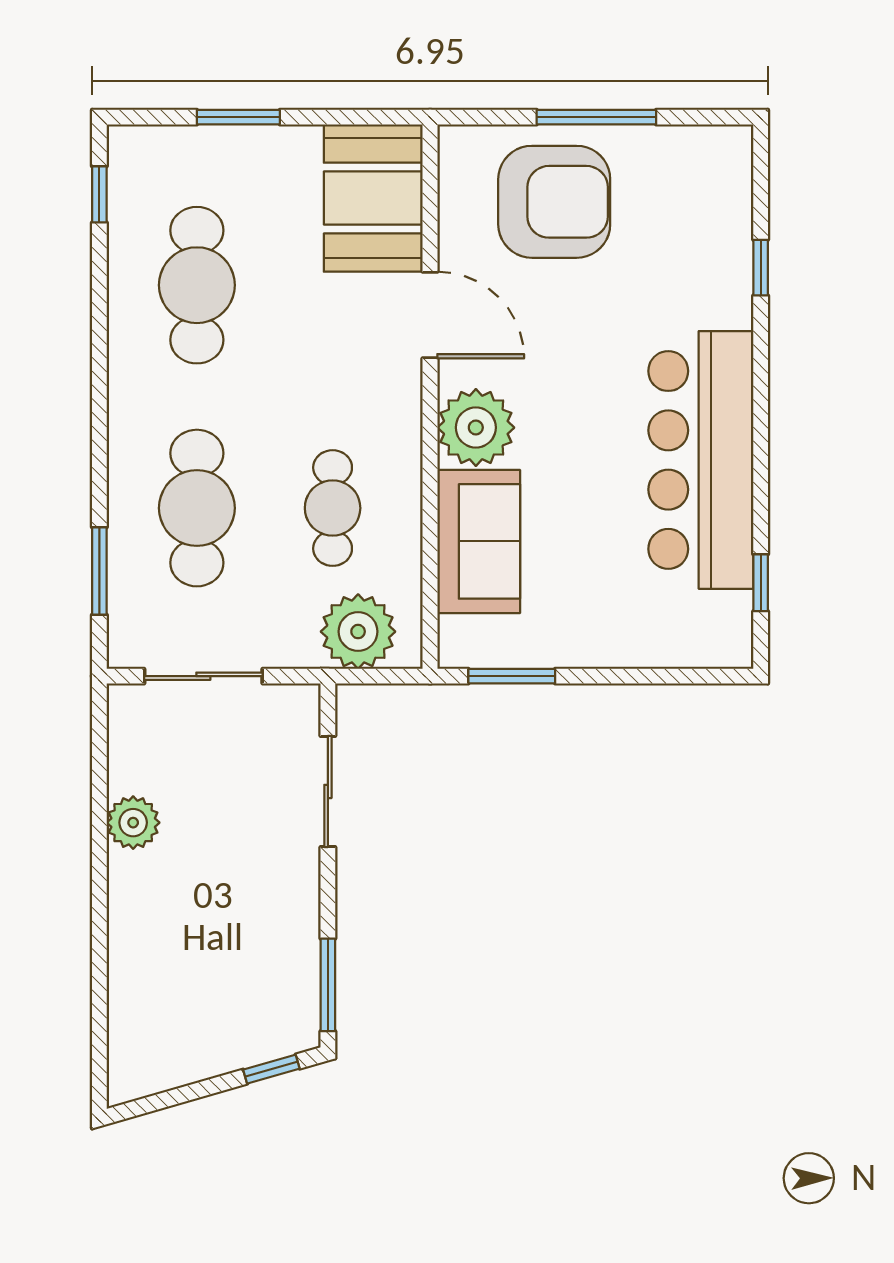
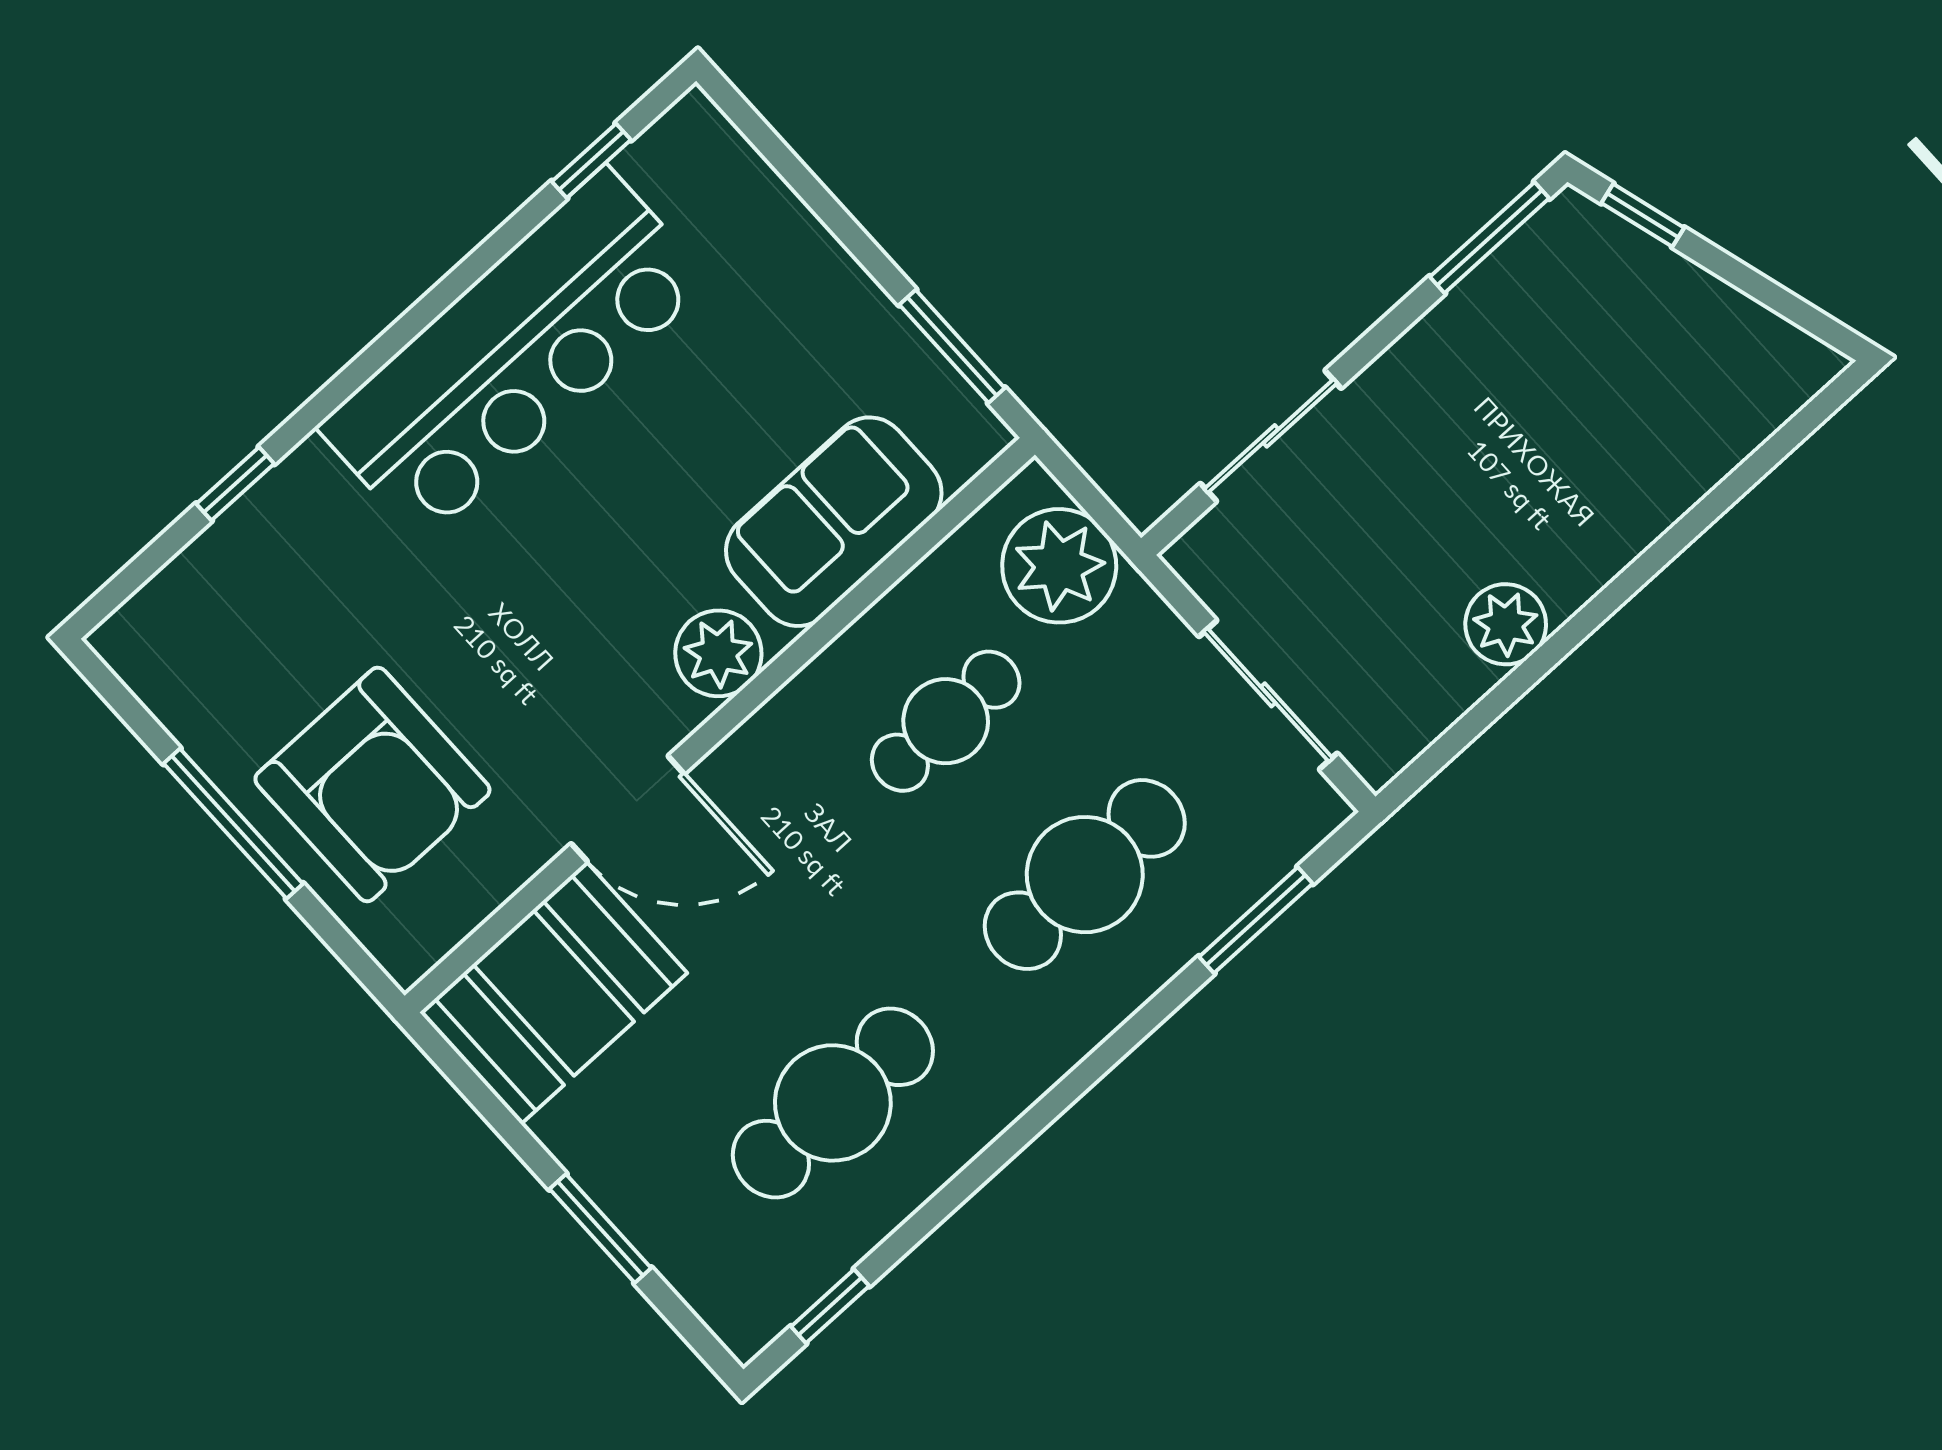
armchair: (554, 202) -> (372, 785), turned 180
door: (430, 315) -> (628, 809), swing flipped
plant: (476, 428) -> (718, 653), width x0.73, depth x0.73

